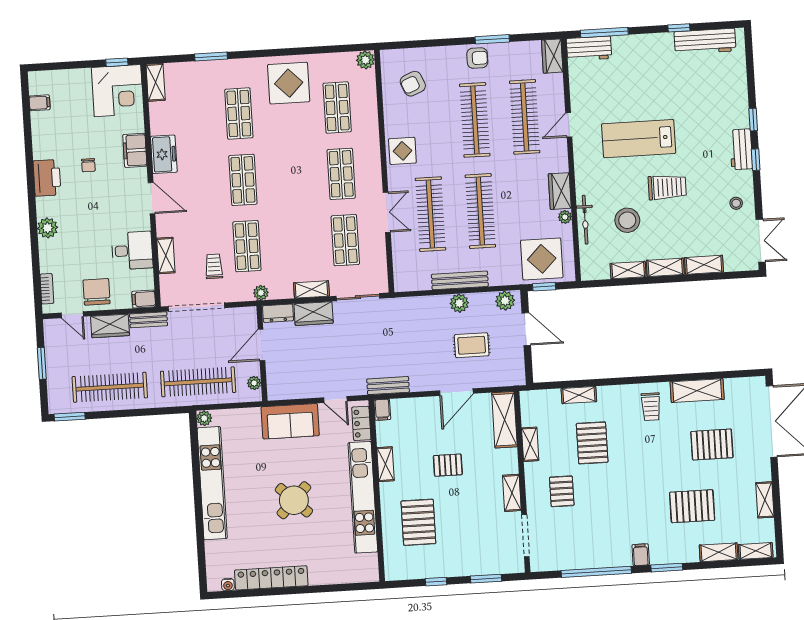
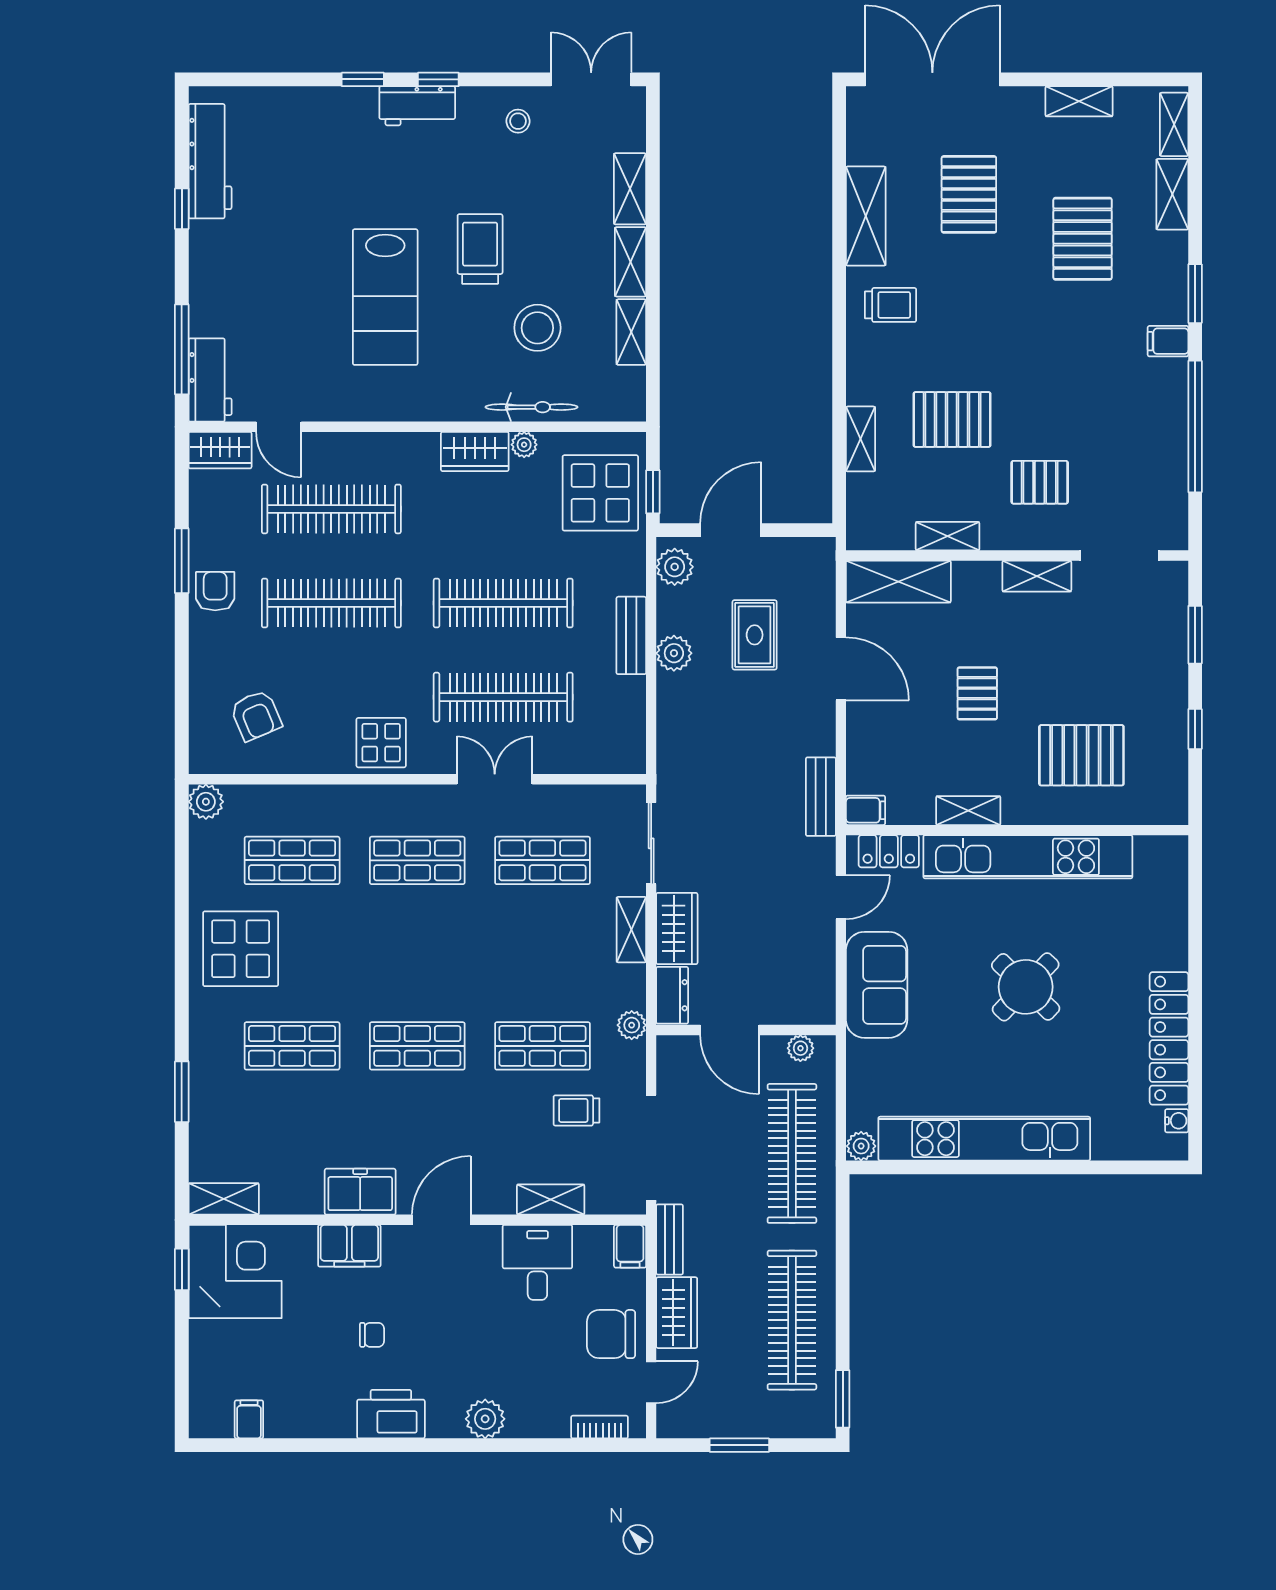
door: (569, 125) -> (279, 427), moved
bench: (460, 280) -> (631, 635), width x0.73

